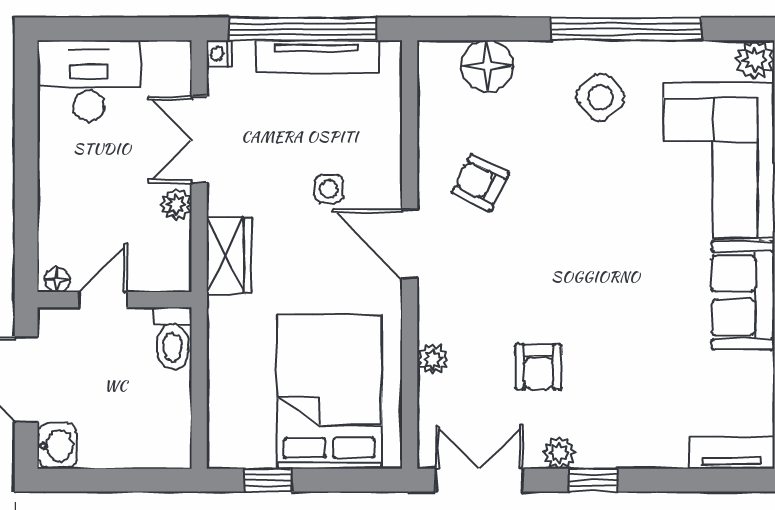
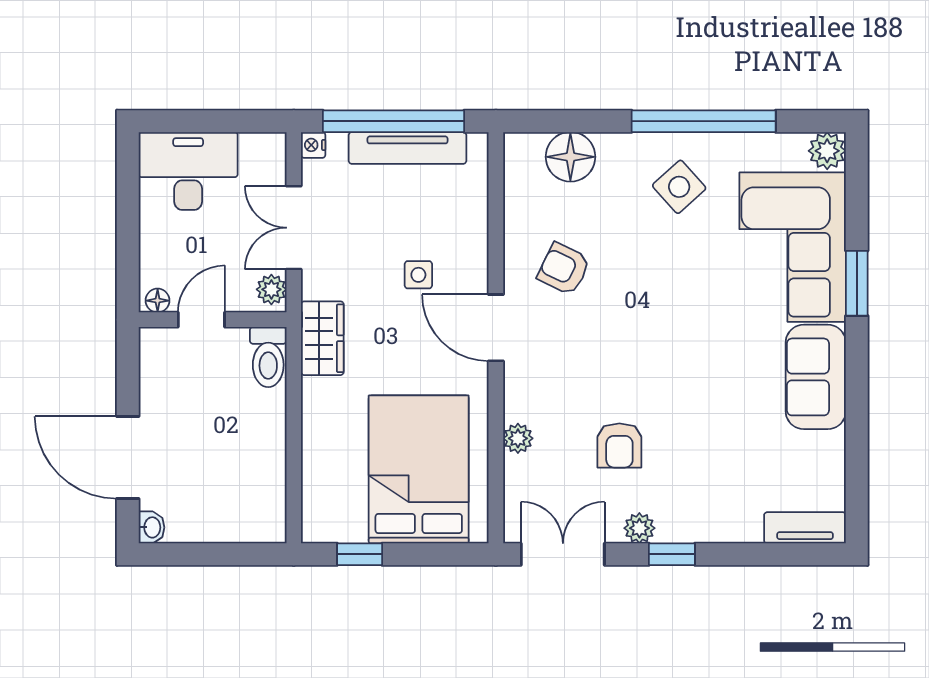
floor lamp: (57, 280) -> (158, 301), moved
door: (103, 300) -> (201, 320), moved
wall: (115, 300) -> (213, 320), moved
toilet: (172, 339) -> (268, 357), moved
washbasin: (57, 446) -> (151, 527), width x0.72, depth x0.69

